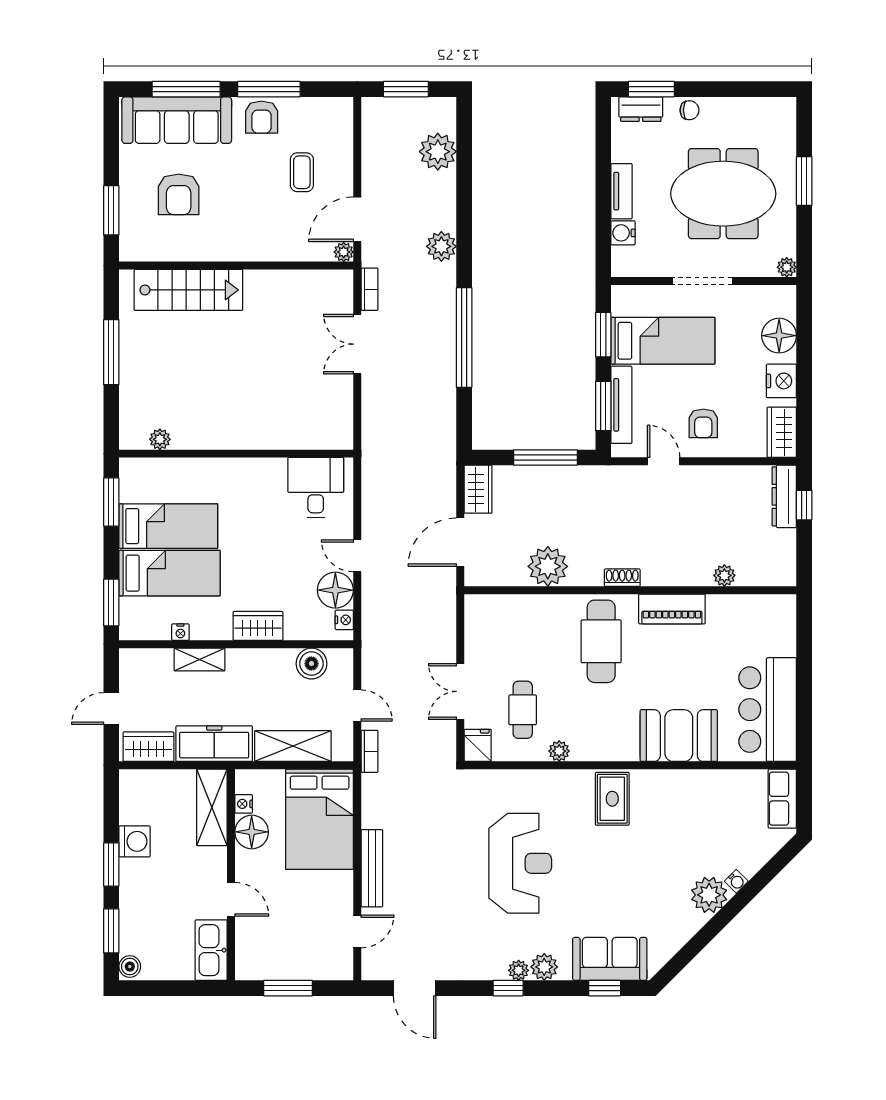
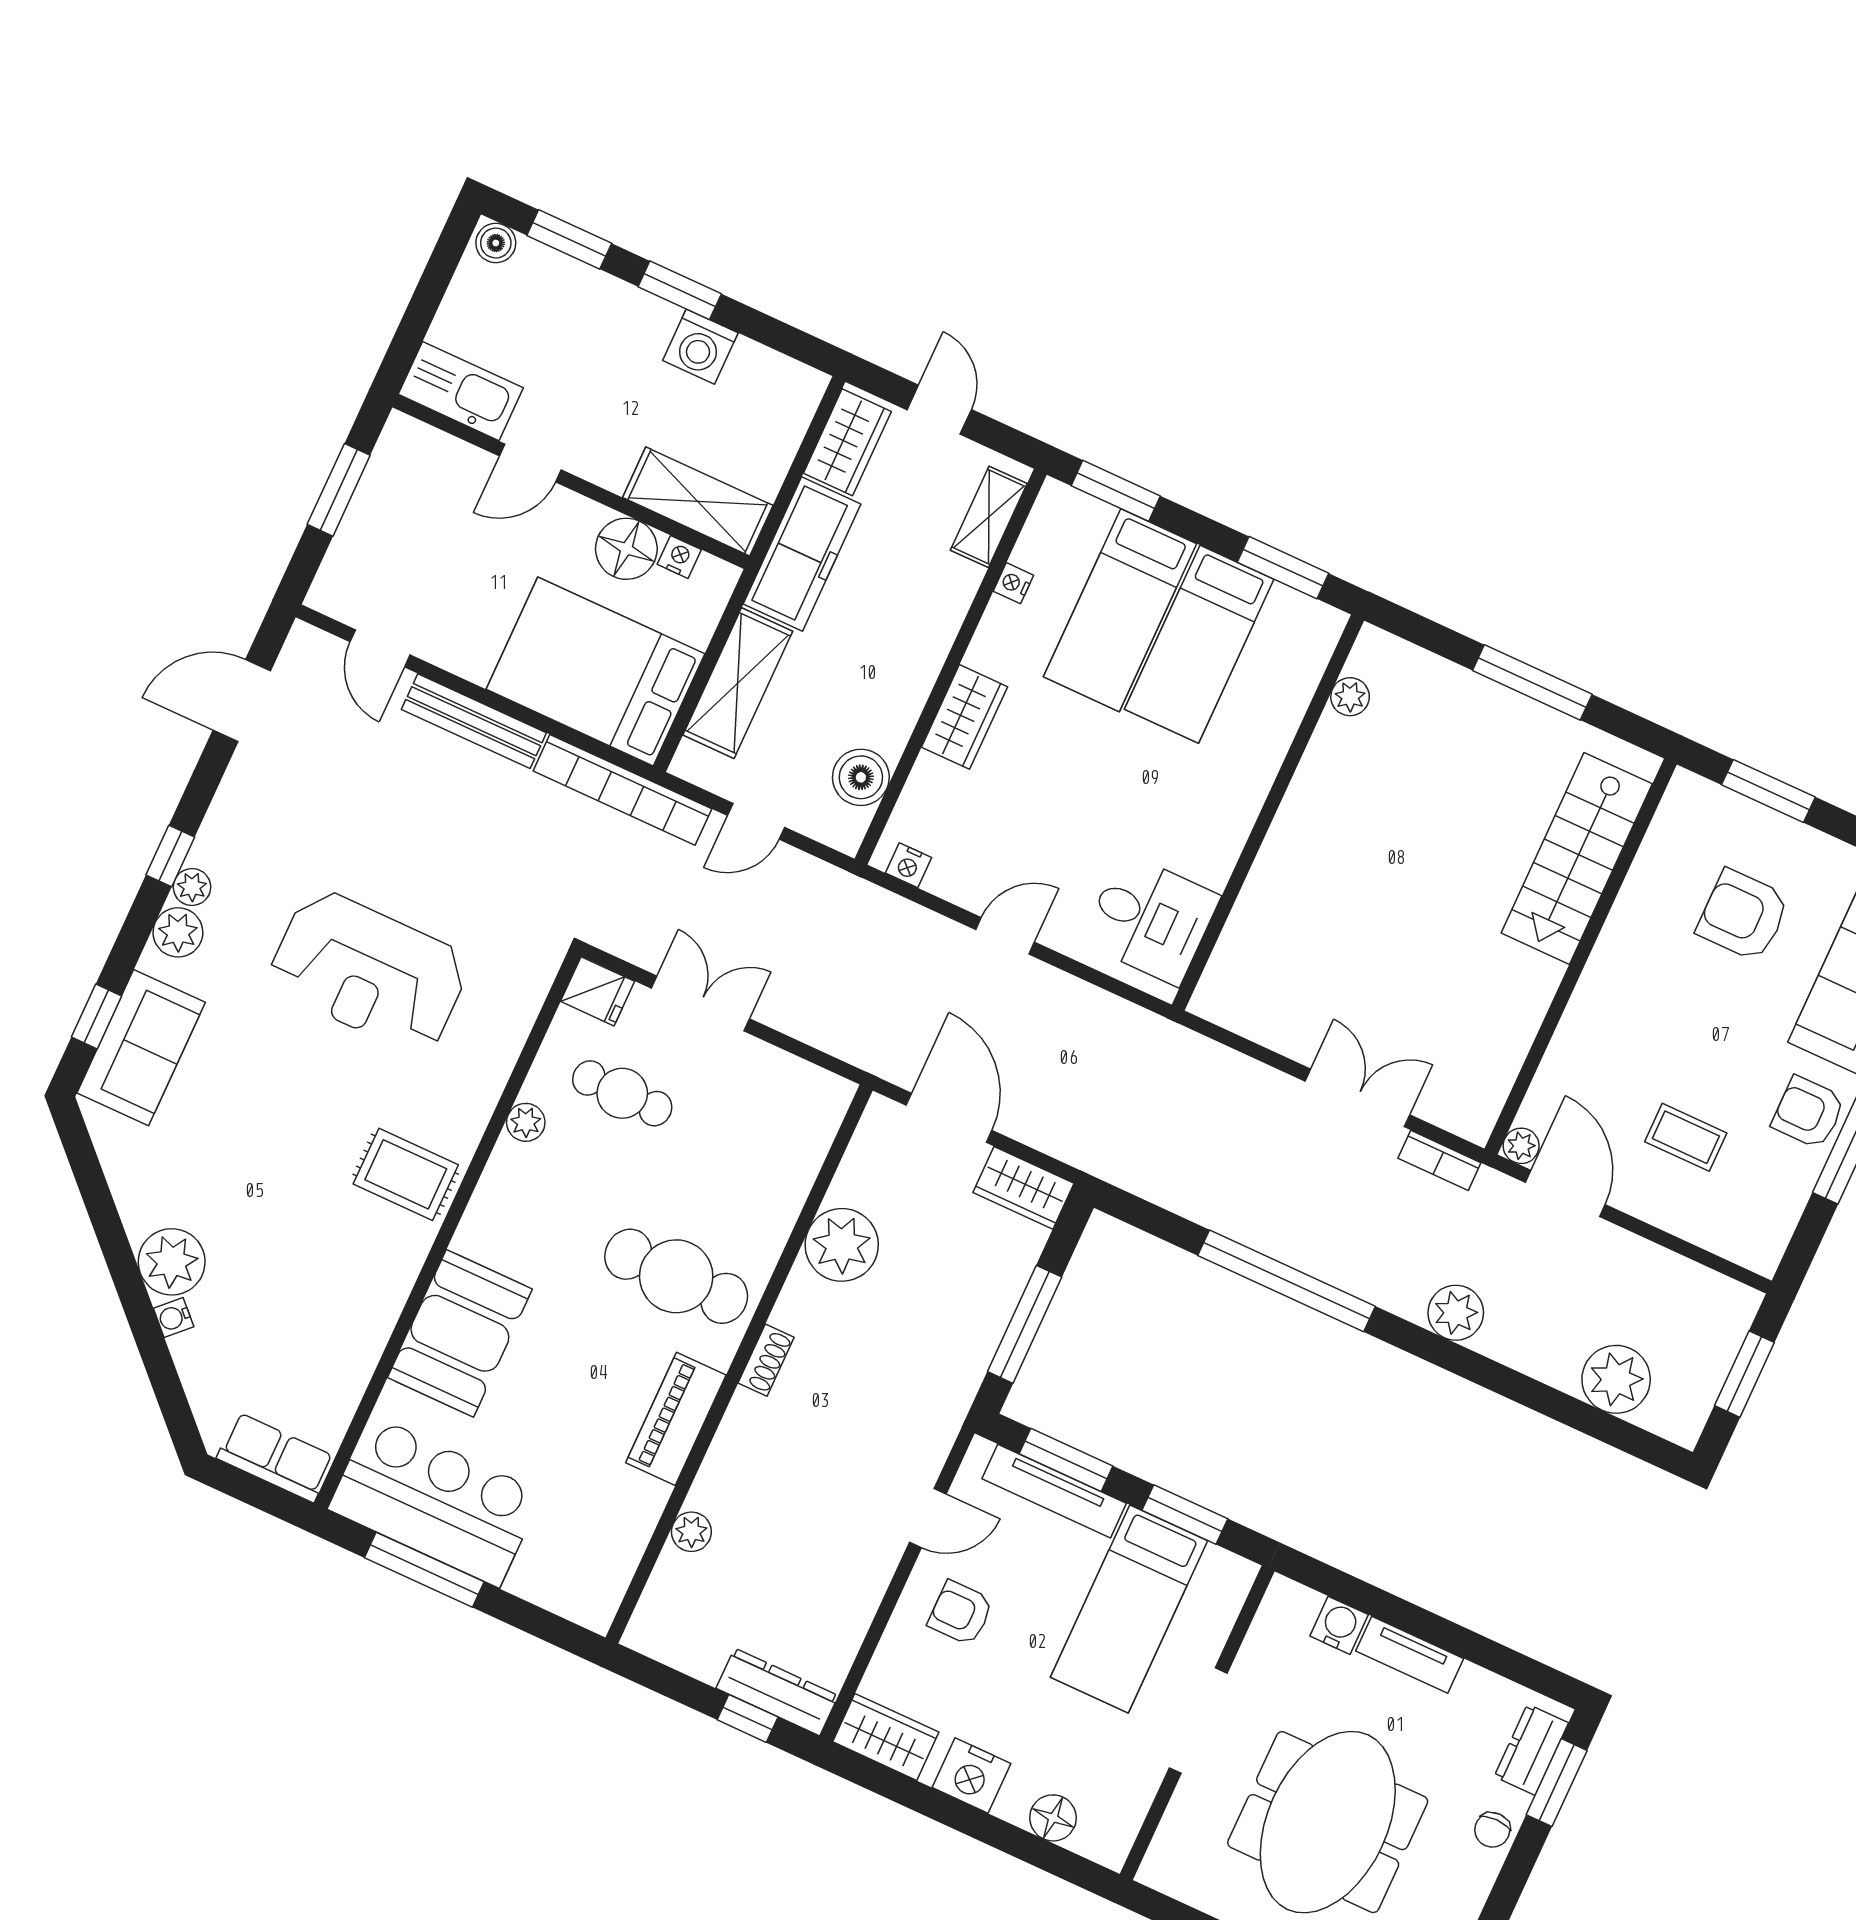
plant: (787, 267) -> (1157, 1872), removed
floor lamp: (779, 336) -> (1053, 1818), width x0.73, depth x0.73
floor lamp: (335, 590) -> (965, 873), removed
shelving: (200, 659) -> (989, 517), moved
window: (804, 699) -> (424, 1570), added
bookcase: (370, 751) -> (622, 790), width x2.31, depth x1.31

